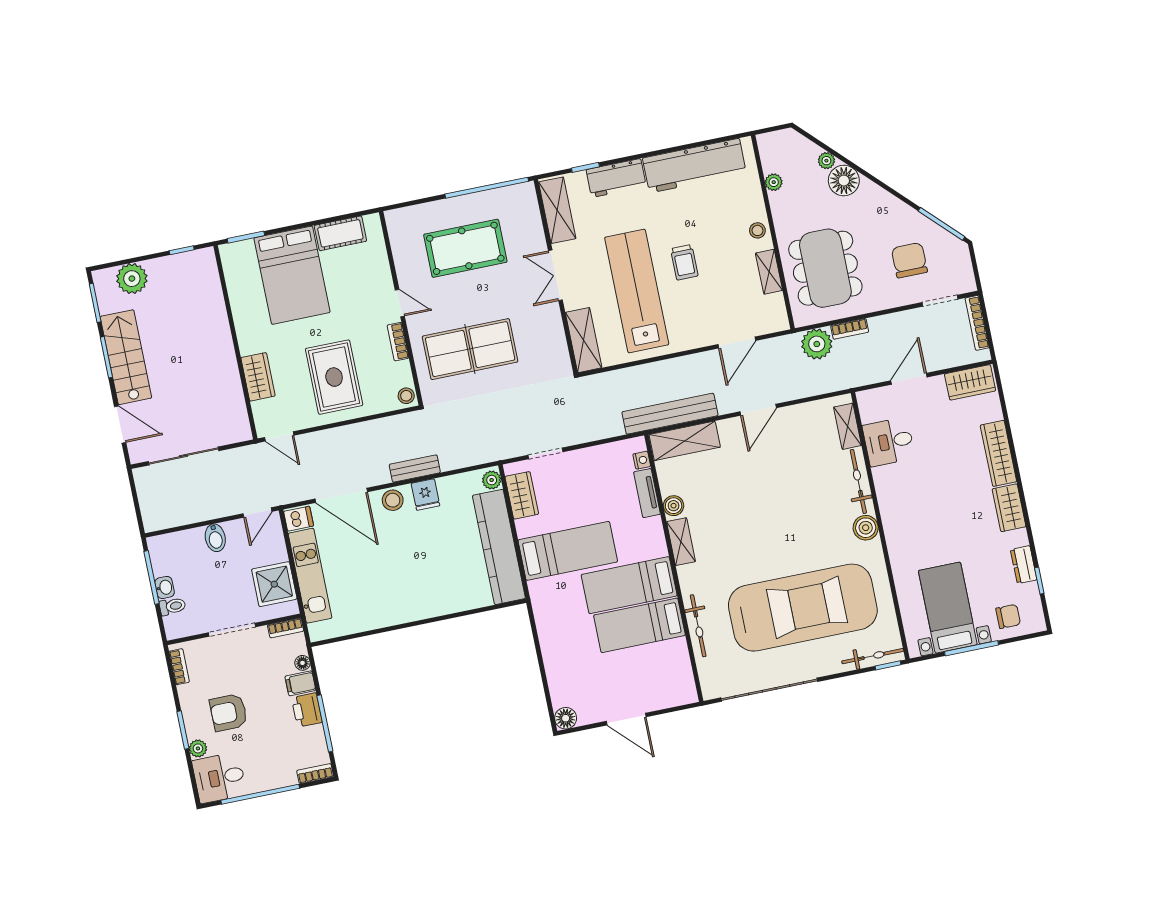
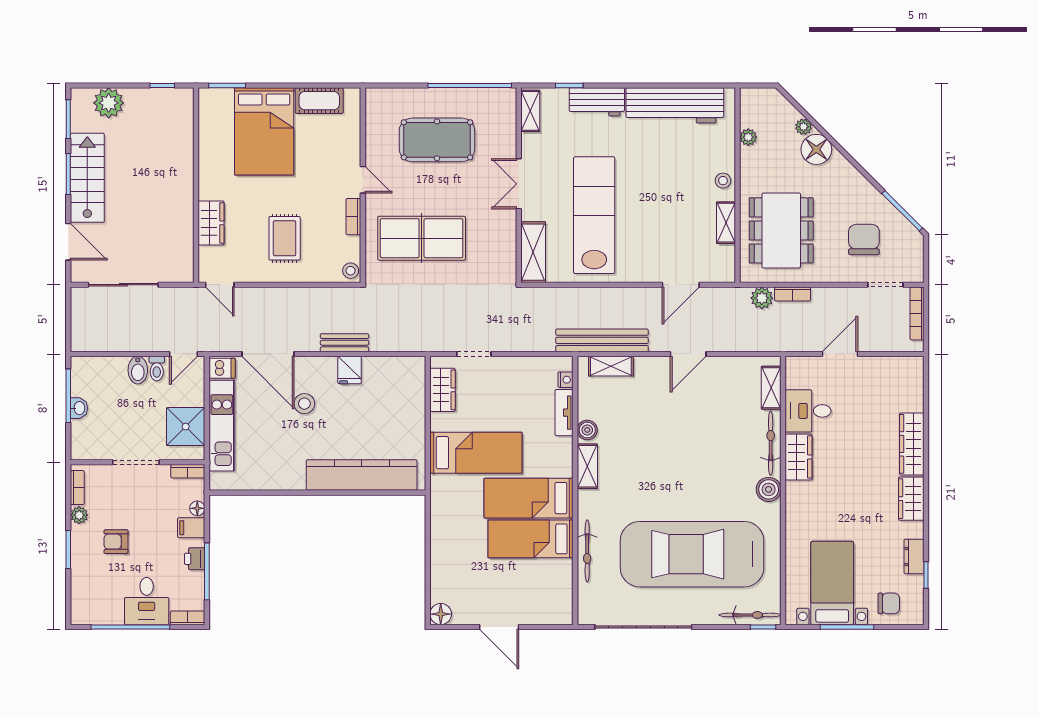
shelving: (557, 210) -> (530, 111), width x0.67, depth x0.75
trolley: (684, 262) -> (646, 197), removed
plant: (817, 344) -> (762, 298), width x0.73, depth x0.73
rug: (334, 377) -> (285, 238), width x0.73, depth x0.70
wardrobe: (970, 382) -> (799, 457), moved, turned -90
shelving: (685, 441) -> (611, 366), width x0.67, depth x0.75
plant: (492, 480) -> (416, 369), removed
stool: (393, 500) -> (304, 404), moved
kitchen counter: (499, 547) -> (362, 475), moved, turned 90
toilet: (172, 606) -> (157, 369), moved, turned 90
car: (803, 608) -> (692, 554), turned 180
printer: (307, 710) -> (195, 559), width x0.73, depth x0.81
armchair: (229, 712) -> (116, 542), width x0.72, depth x0.72
plant: (198, 748) -> (79, 515), moved
desk: (219, 778) -> (147, 601), moved, turned -90

